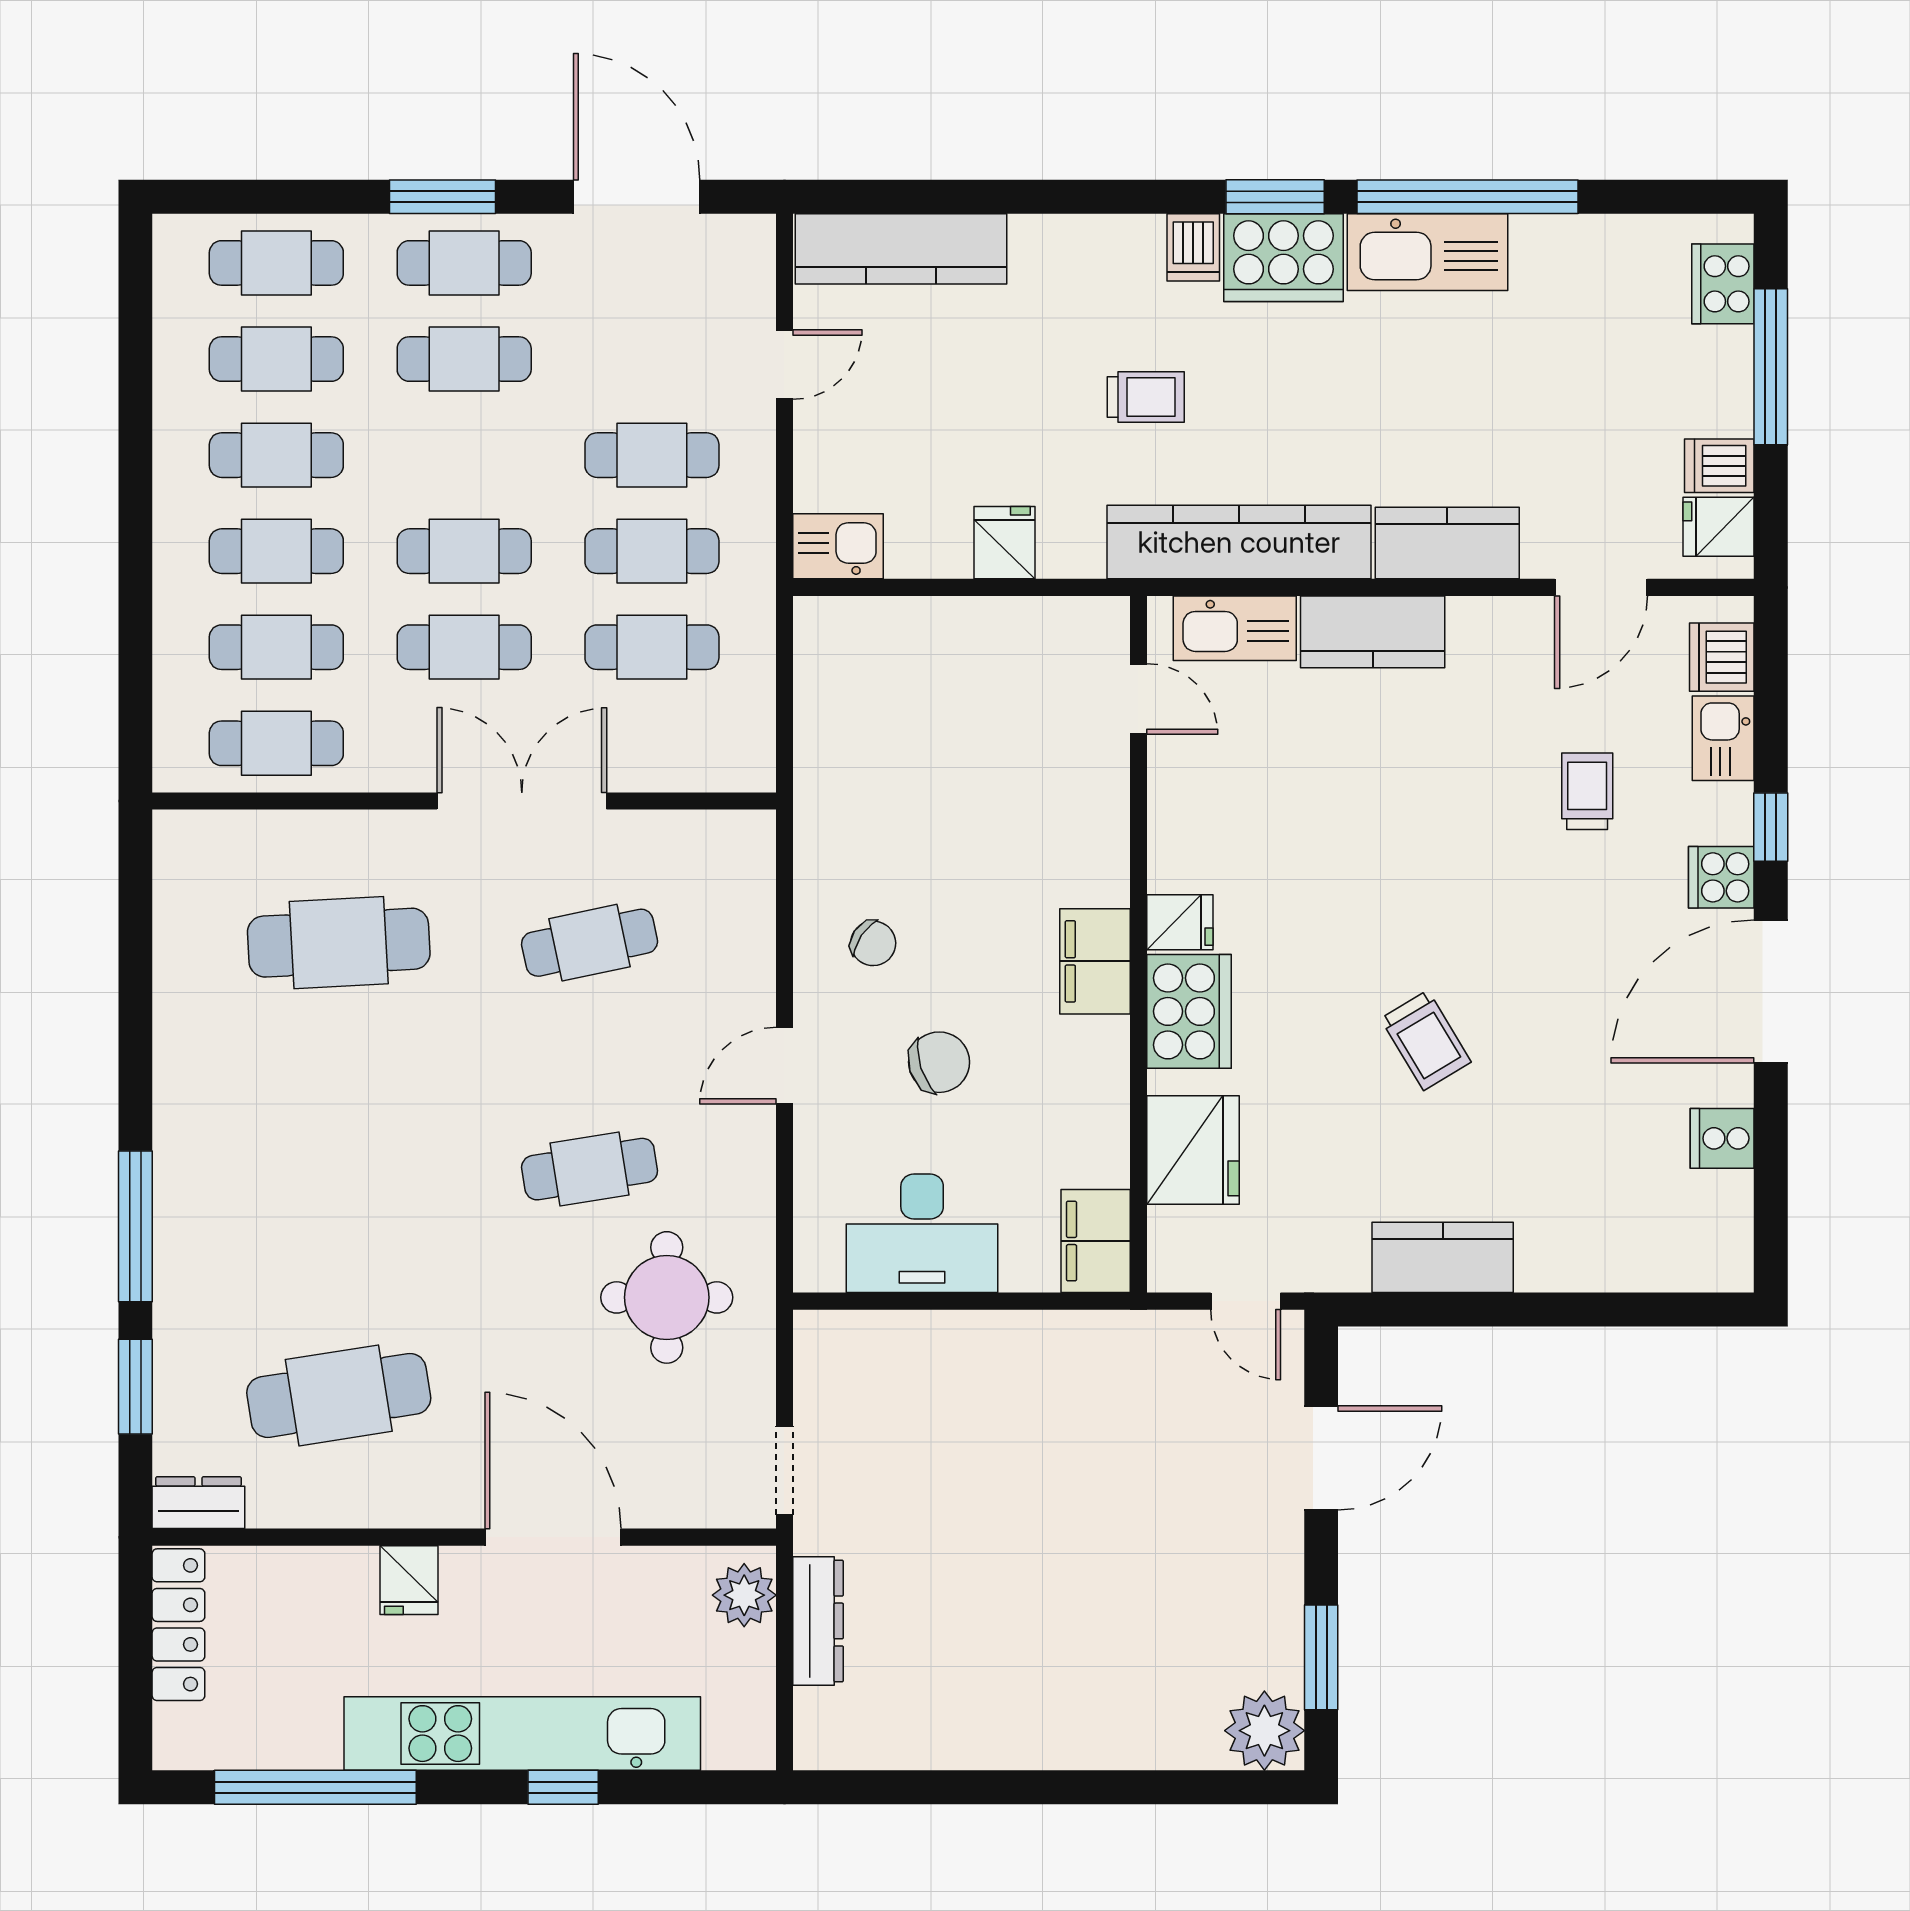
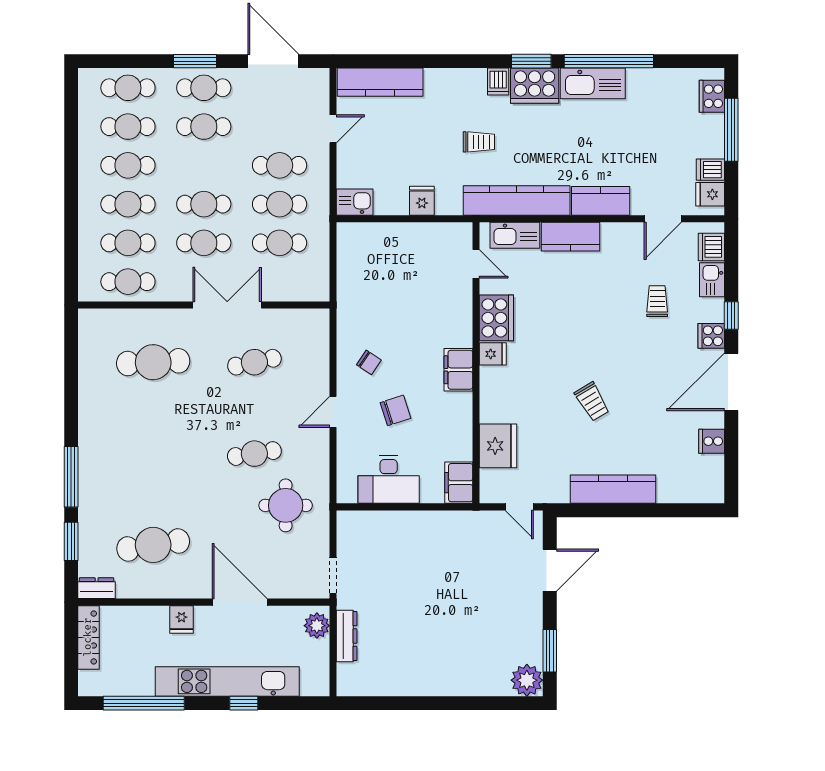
cooker: (1189, 1011) -> (496, 318), moved
kitchen counter: (1443, 1257) -> (613, 489), width x1.50

